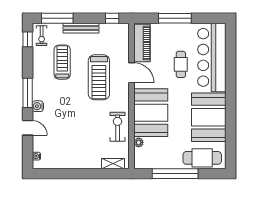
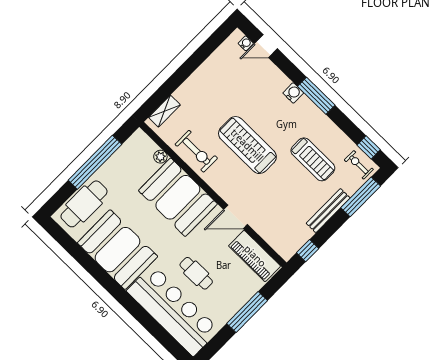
treadmill: (99, 77) -> (247, 145), moved
door: (28, 128) -> (266, 46), moved

